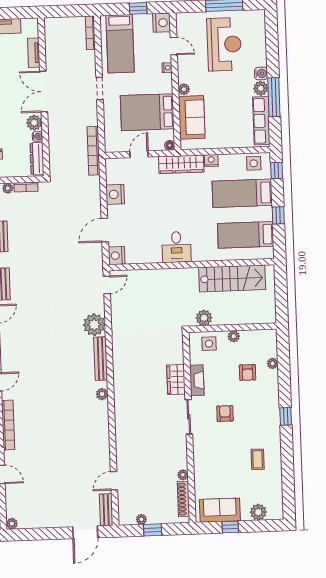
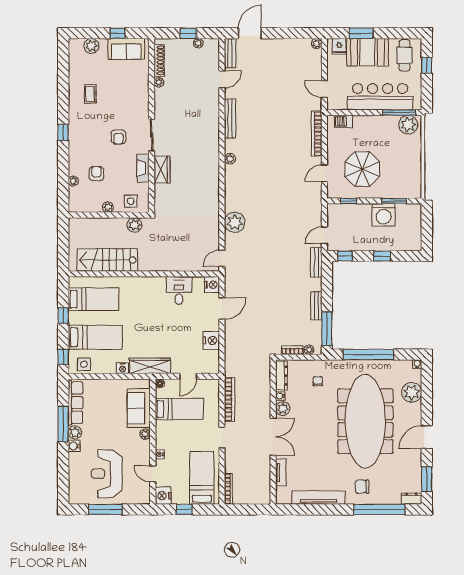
bed: (147, 112) -> (179, 409), width x0.67
bookcase: (94, 151) -> (230, 399), moved
desk: (176, 247) -> (179, 290), moved
bench: (101, 359) -> (230, 119), moved

